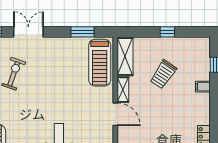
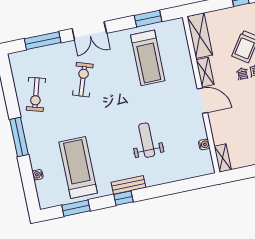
double door: (28, 32) -> (89, 31), swing flipped
treadmill: (100, 63) -> (148, 58), moved

